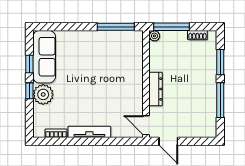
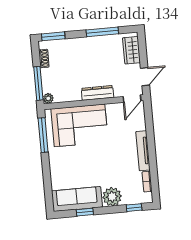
window: (220, 62) -> (53, 36), moved
corner sofa: (123, 67) -> (80, 125), added
window: (29, 91) -> (134, 208), moved
wardrobe: (198, 129) -> (131, 50), added

